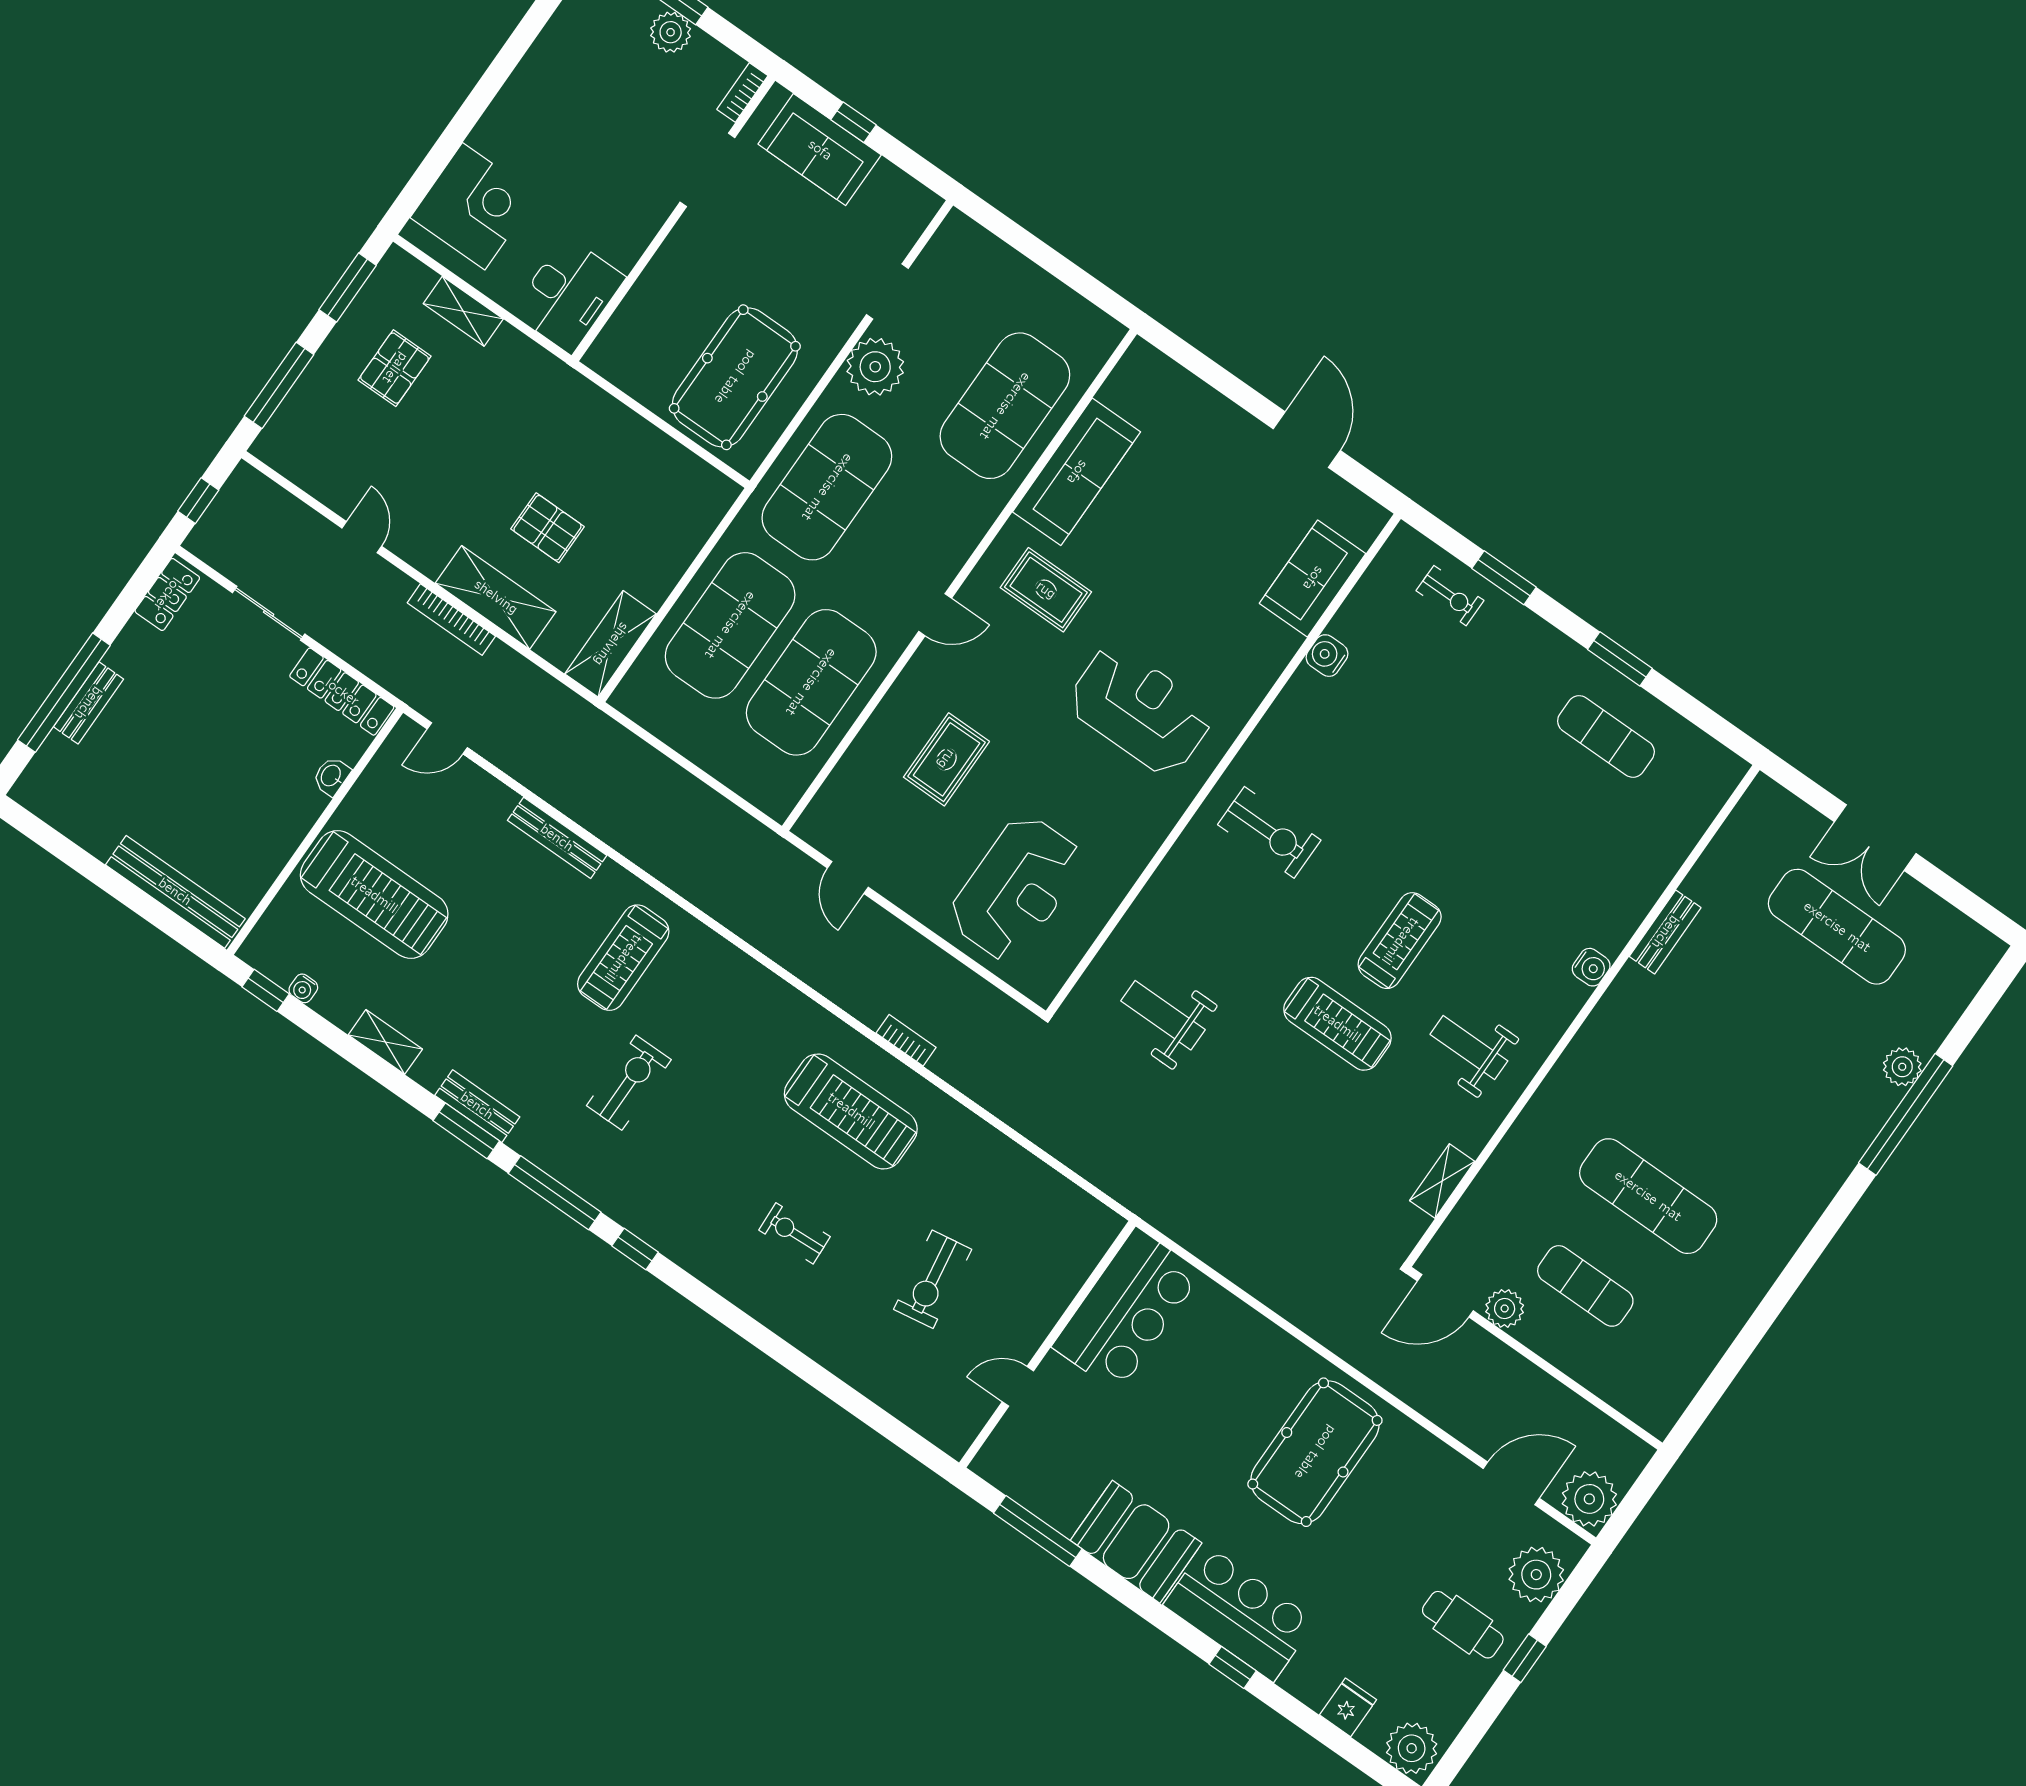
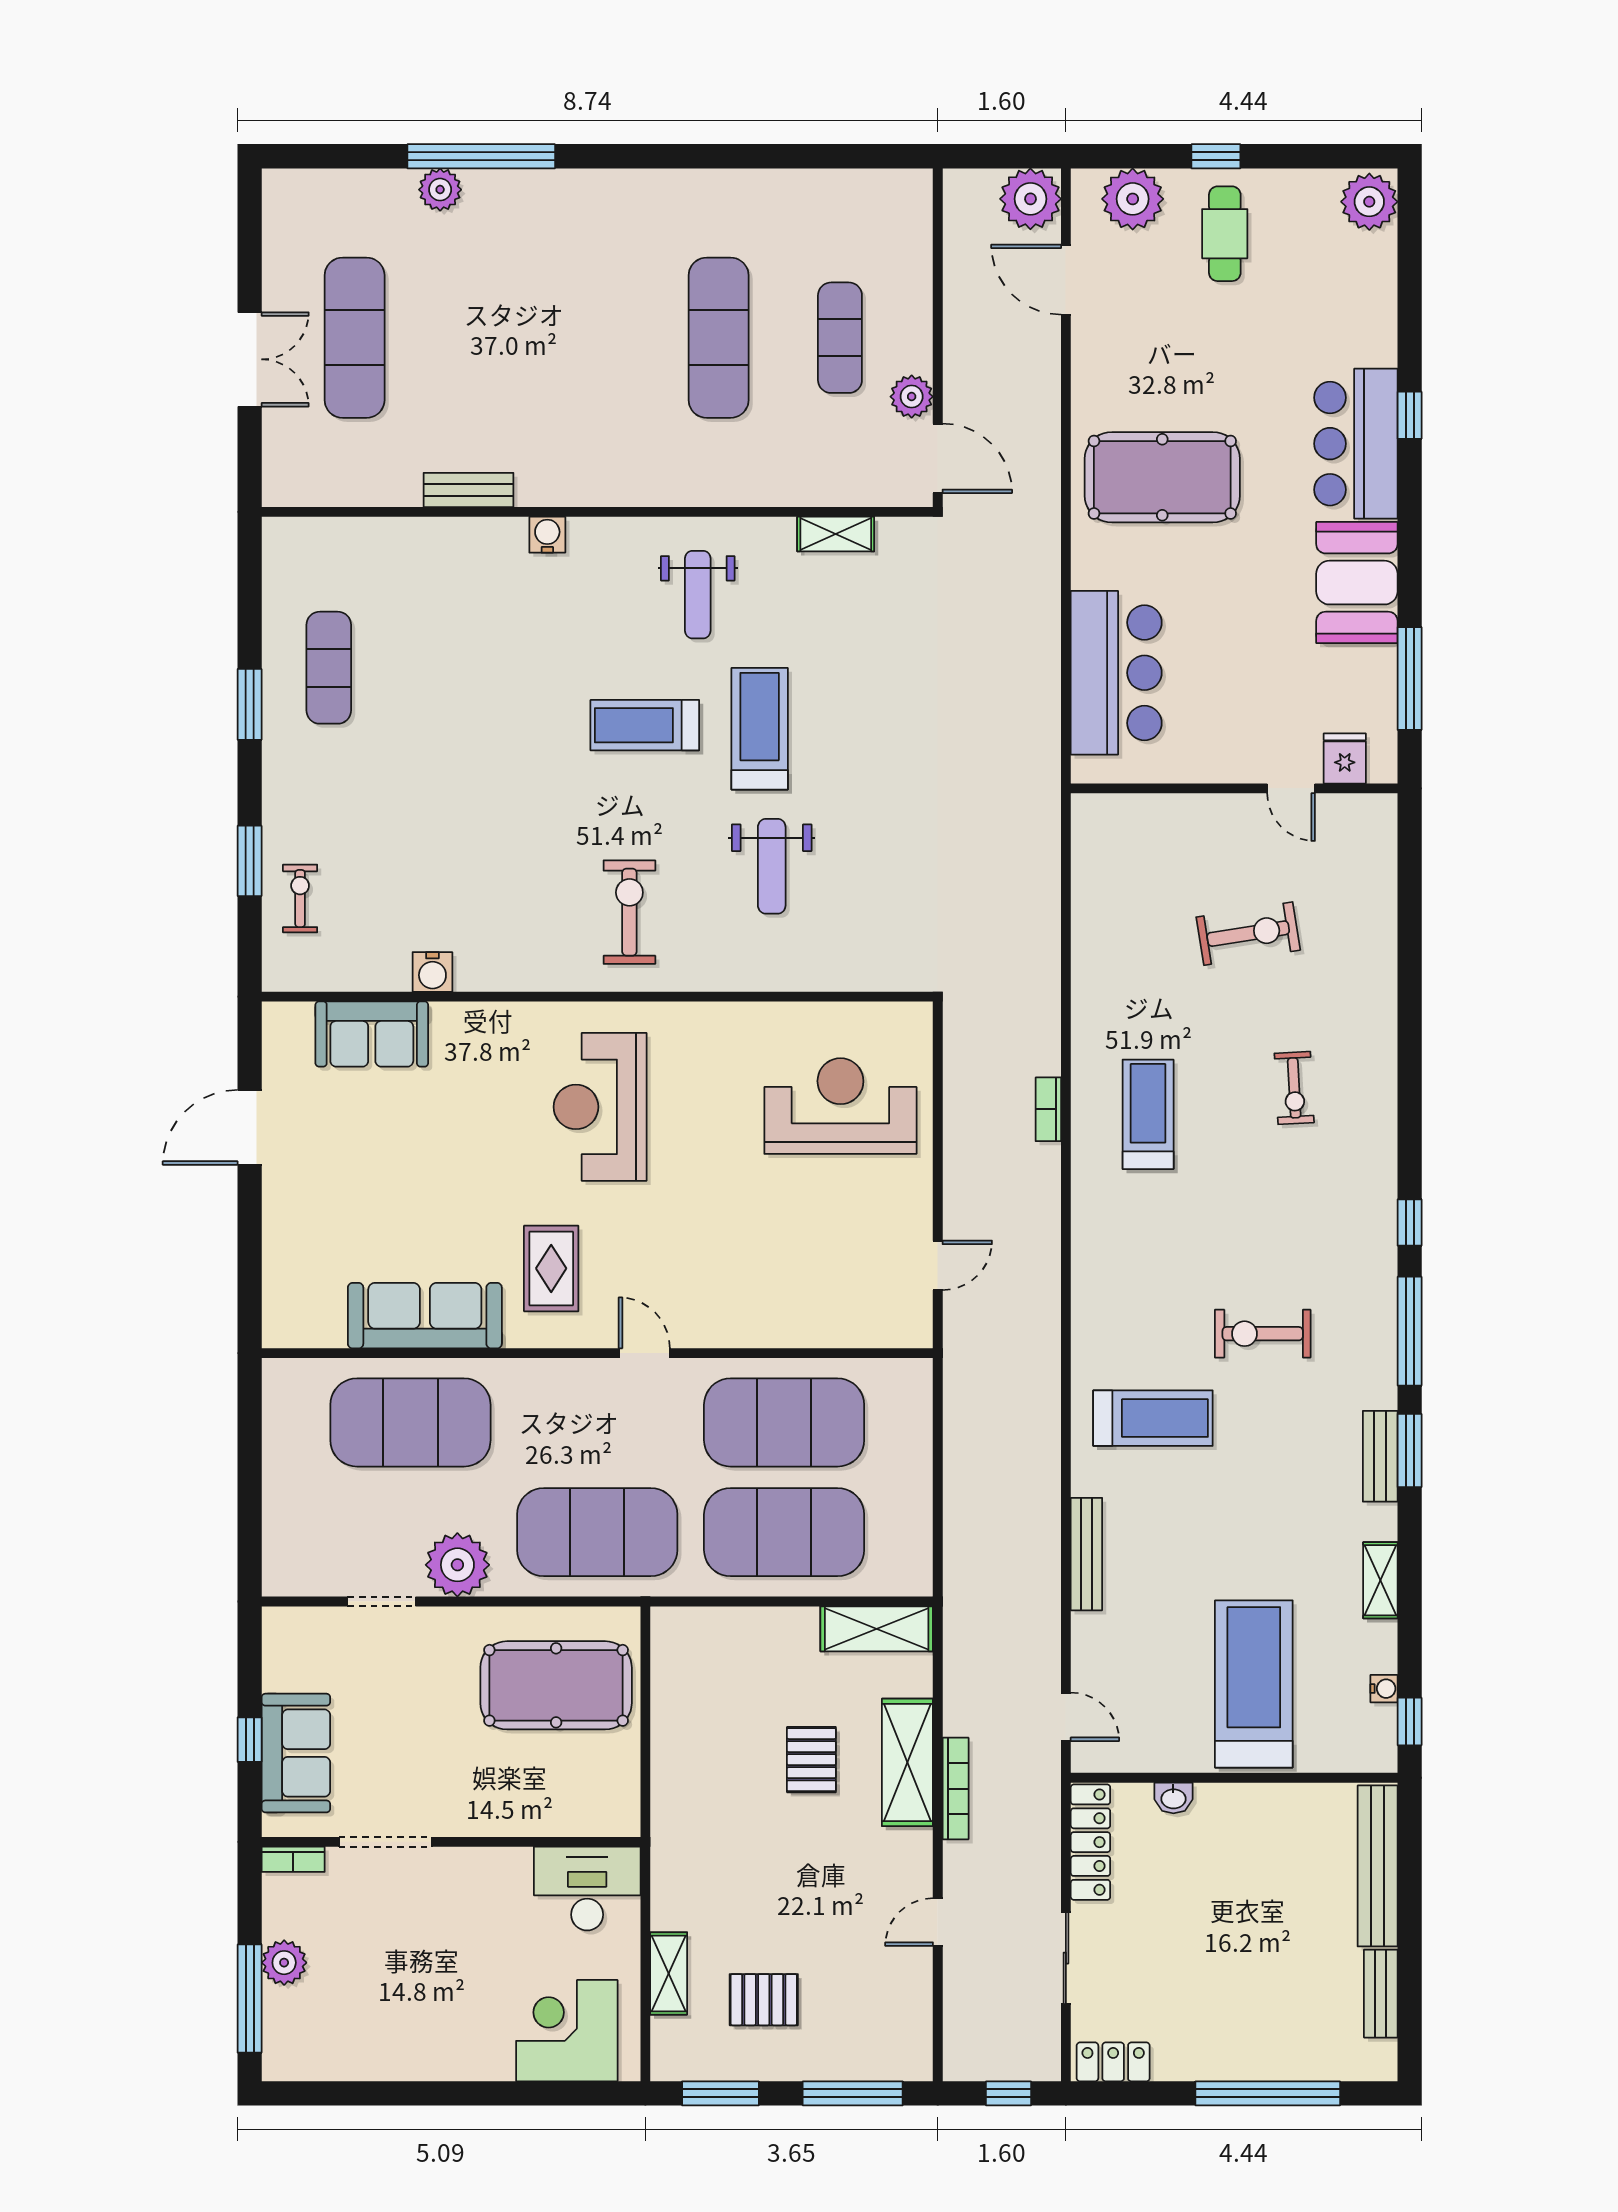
bench: (88, 703) -> (1381, 1994), moved, turned 90
rug: (946, 759) -> (768, 1251), removed
weight bench: (1163, 1015) -> (772, 866), moved
treadmill: (851, 1111) -> (1148, 1114), width x0.73, depth x0.73
bar counter: (1127, 1310) -> (1116, 673), moved, turned 90
fridge: (1348, 1707) -> (1345, 758), moved, turned 90

